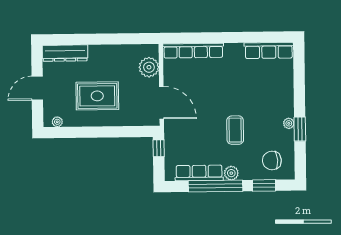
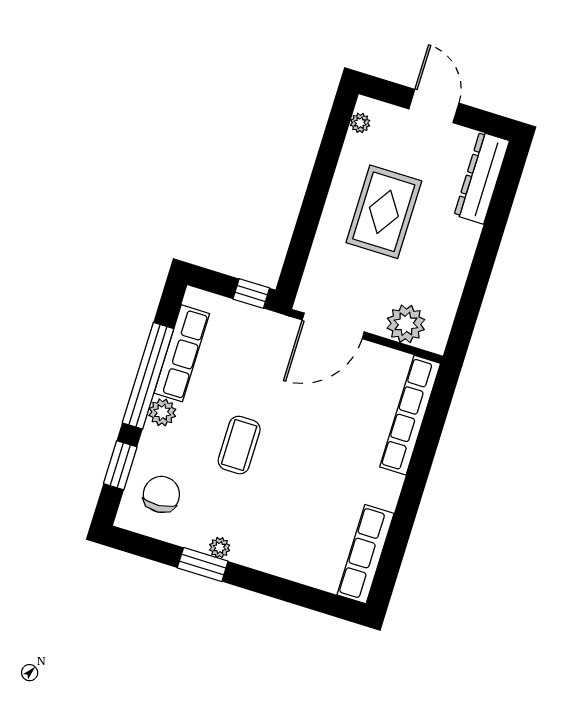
coffee table: (235, 130) -> (239, 445), turned 90

